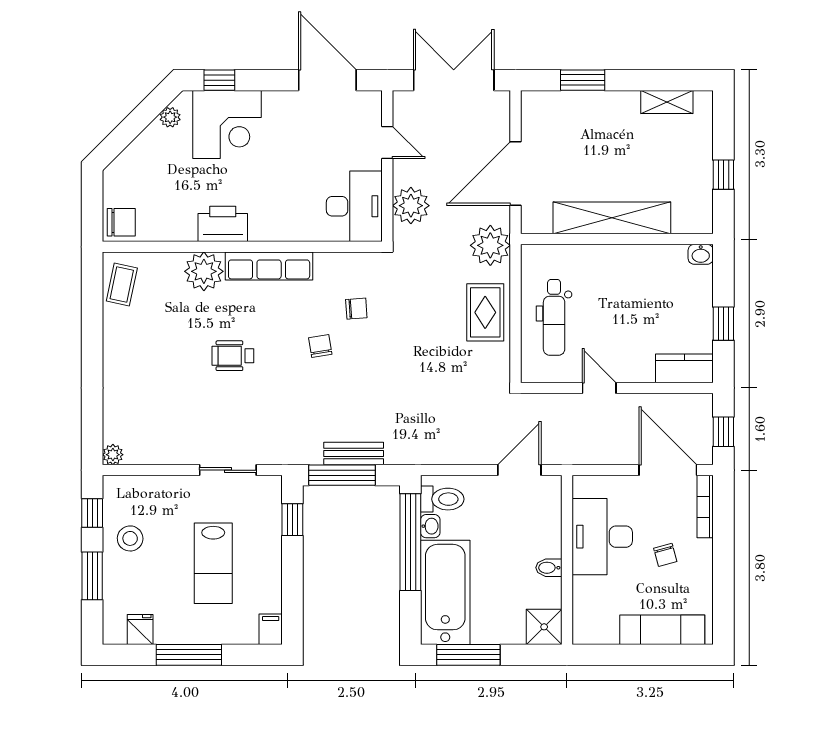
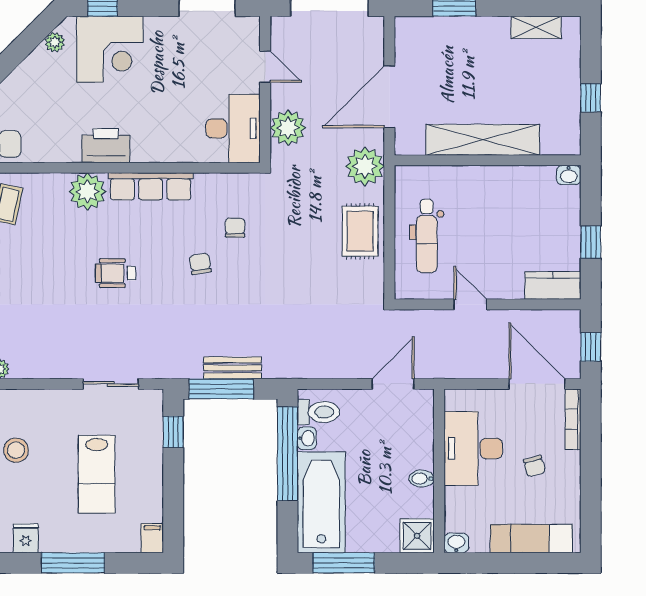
chair: (356, 309) -> (235, 228), turned -86
washbasin: (585, 634) -> (456, 543), added

